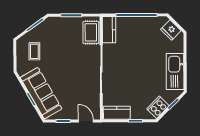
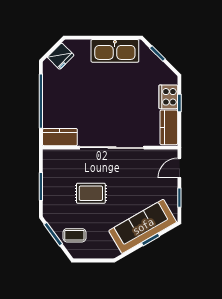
rug: (91, 32) -> (91, 193), moved
coffee table: (34, 51) -> (74, 235), moved
cooker: (158, 107) -> (168, 97), moved, turned 45

